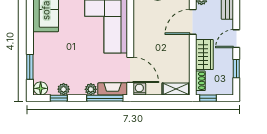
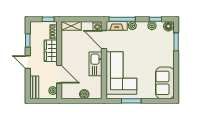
door: (193, 22) -> (59, 74), hinge flipped
kitchen sink: (142, 36) -> (96, 64), added
door: (236, 39) -> (28, 62), swing flipped

